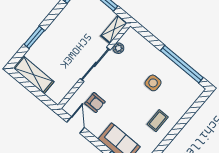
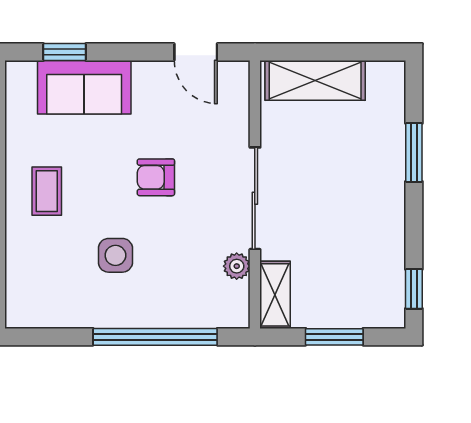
window: (182, 64) -> (155, 337), moved
shelving: (34, 75) -> (315, 80), moved
armchair: (95, 103) -> (156, 177), moved

